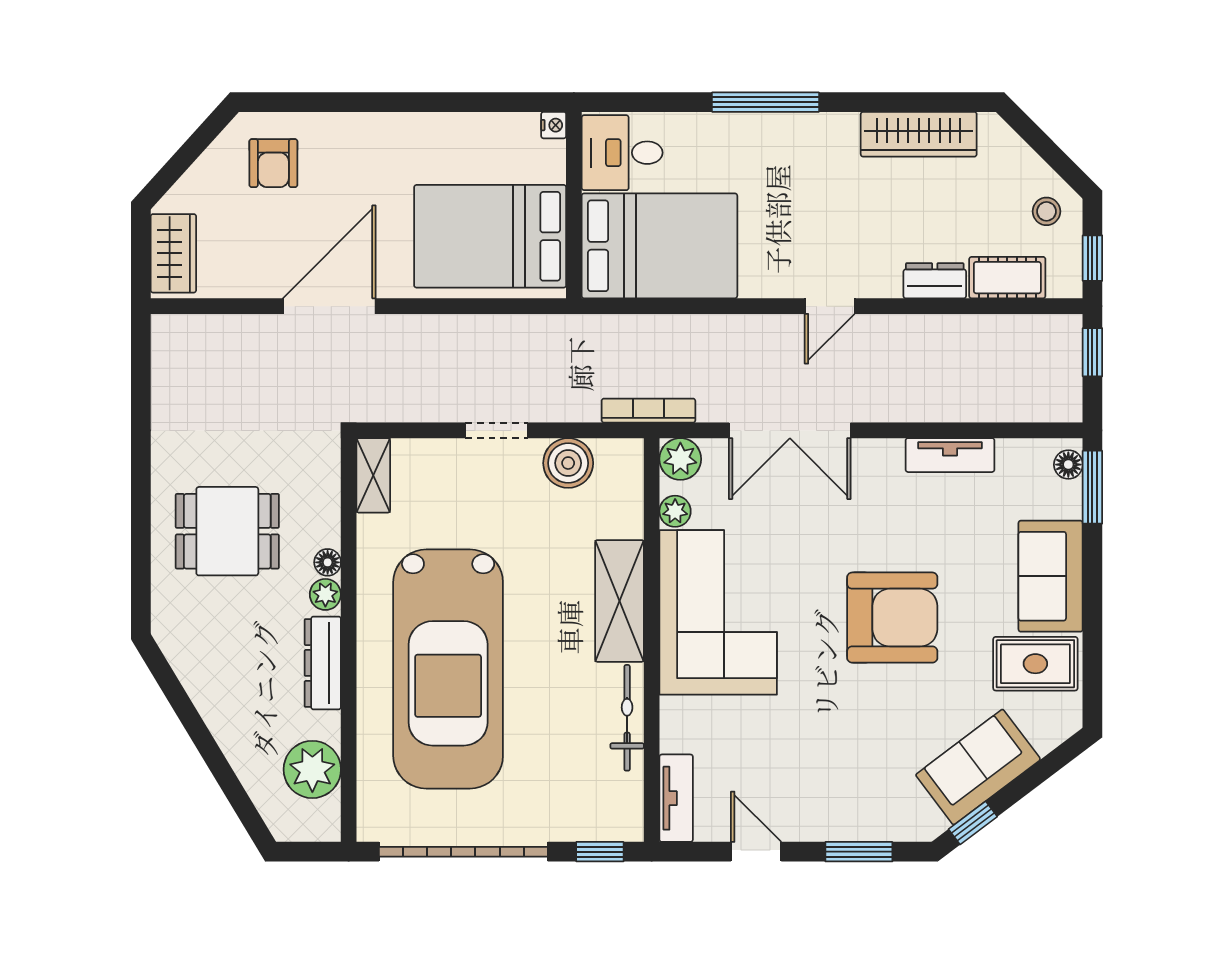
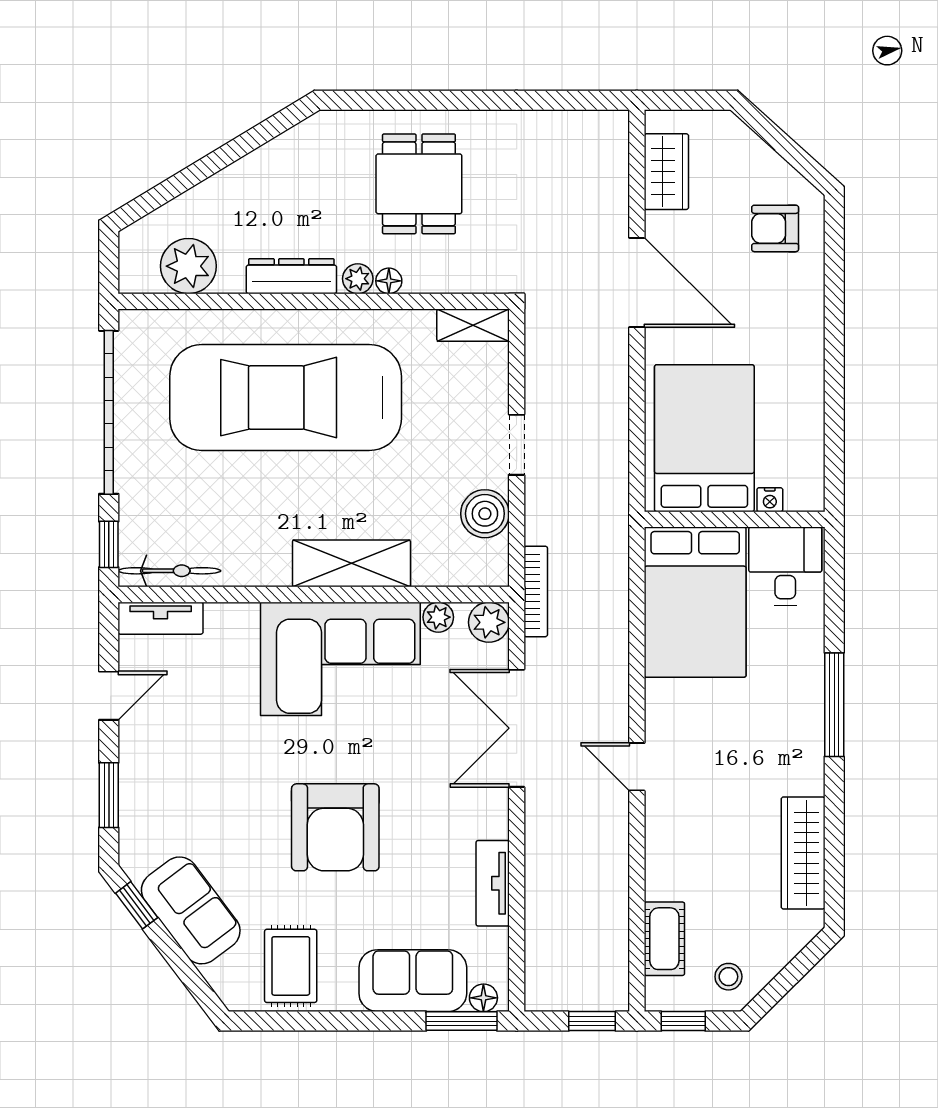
nightstand: (554, 125) -> (770, 500), moved
wardrobe: (173, 253) -> (666, 172), moved, turned -90
dresser: (935, 281) -> (661, 868), removed
sofa: (1051, 576) -> (413, 981), moved
bicycle: (627, 718) -> (169, 571), moved

